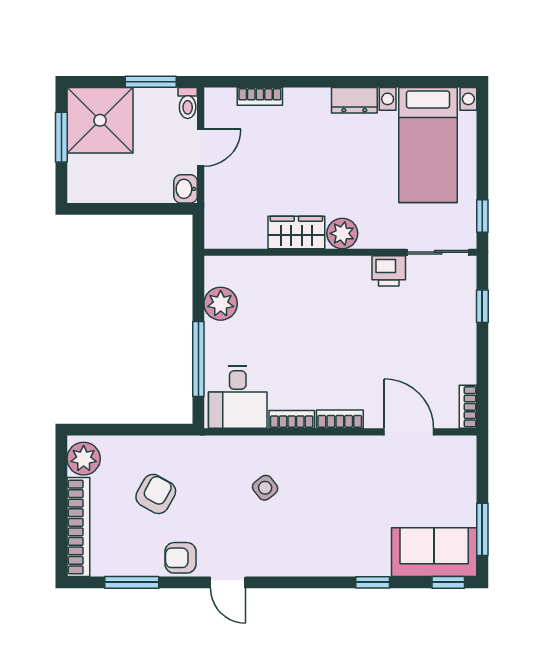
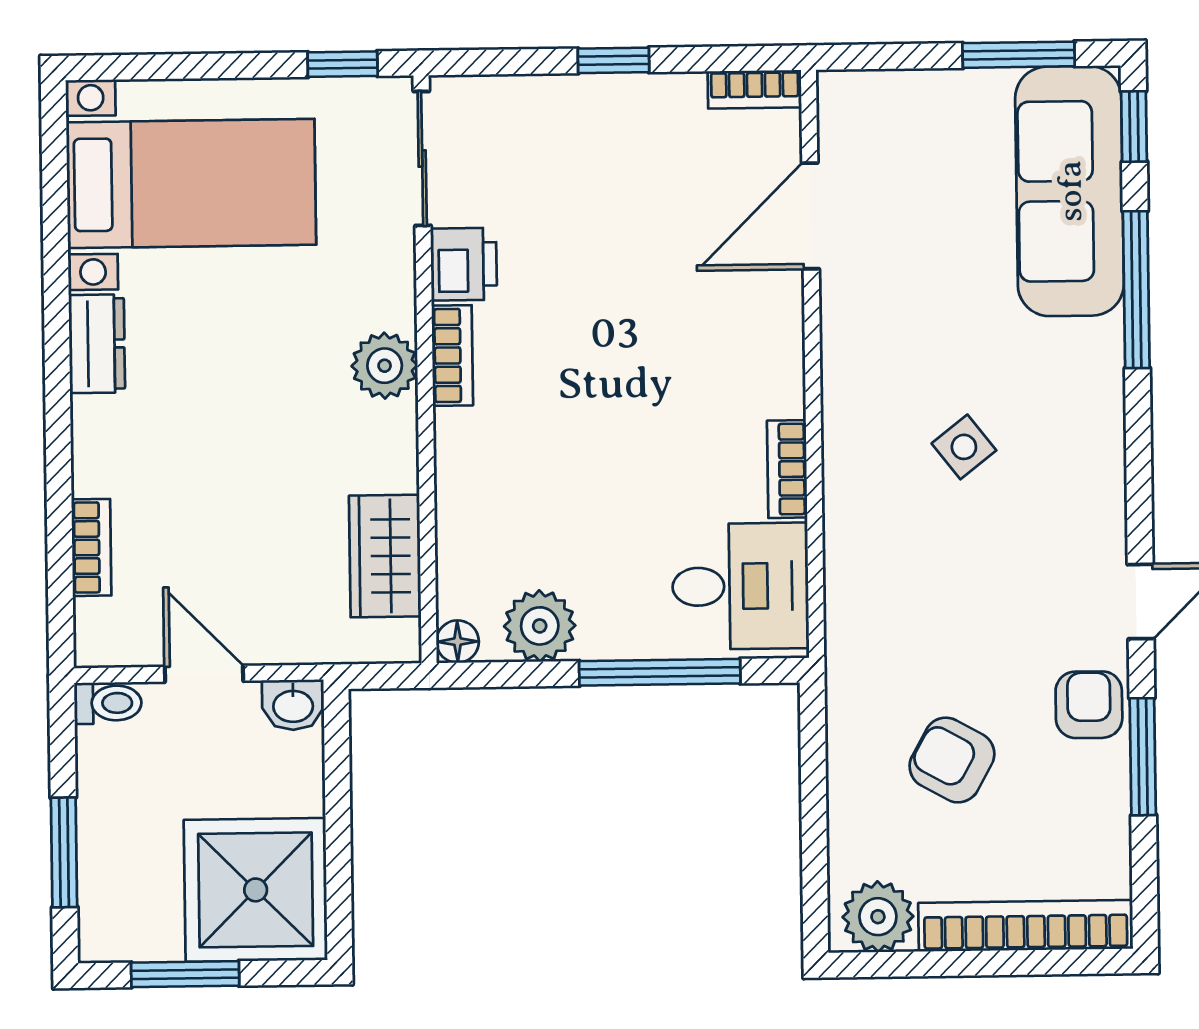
window: (151, 82) -> (64, 852), moved
shower: (100, 120) -> (256, 890), moved
wardrobe: (296, 232) -> (385, 556), moved
floor lamp: (214, 266) -> (458, 642), added
window: (482, 306) -> (614, 60), moved
bookcase: (340, 419) -> (452, 355), moved, turned 180
side table: (265, 488) -> (964, 447), moved
sofa: (434, 552) -> (1070, 191), width x1.36
armchair: (180, 558) -> (1089, 705), turned 180
window: (132, 582) -> (1143, 757), moved
window: (373, 582) -> (1136, 290), width x2.17

